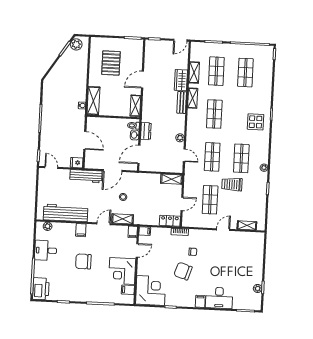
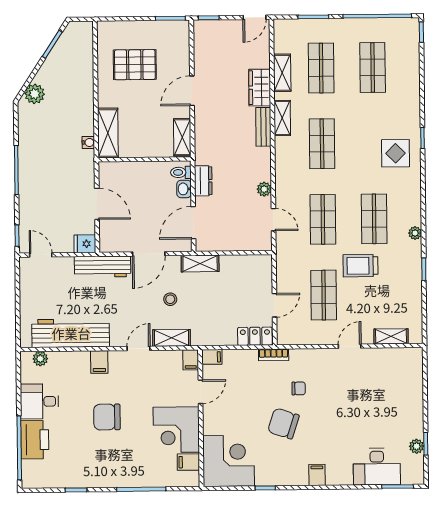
plant: (76, 44) -> (35, 94), moved
pallet: (111, 63) -> (135, 65), turned 90
shelving: (172, 179) -> (200, 263), moved
printer: (41, 289) -> (35, 440), moved
desk: (219, 298) -> (377, 467), moved

